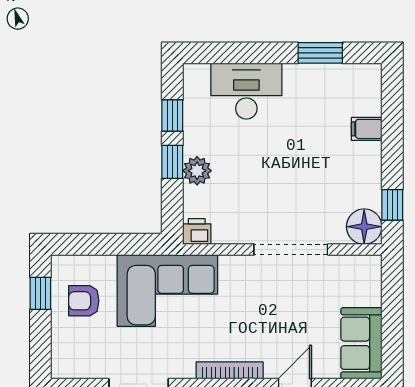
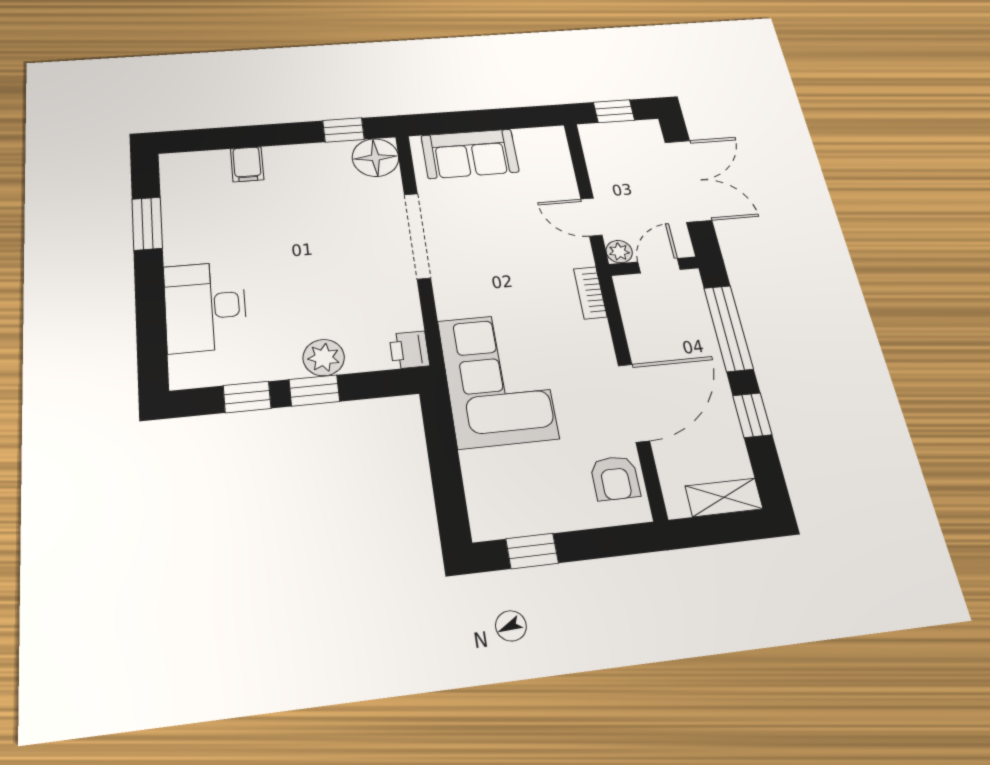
armchair: (84, 301) -> (615, 478), moved
sofa: (361, 343) -> (470, 154), moved
bookcase: (230, 370) -> (590, 293), width x0.64

